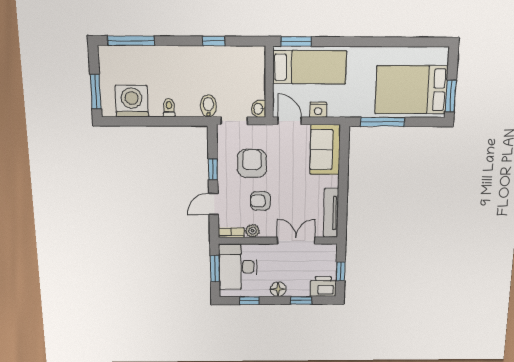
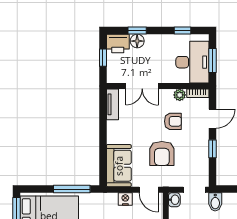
armchair: (252, 163) -> (162, 154), moved
tv unit: (331, 213) -> (112, 104), width x0.71
floor lamp: (278, 289) -> (137, 41), moved

